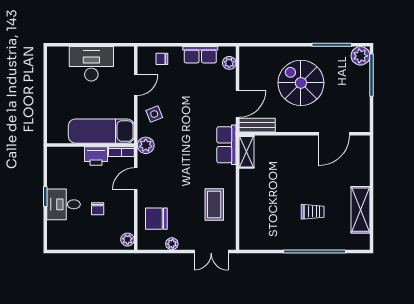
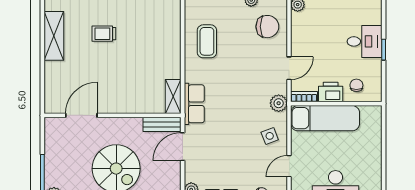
chair: (98, 209) -> (356, 85), moved

